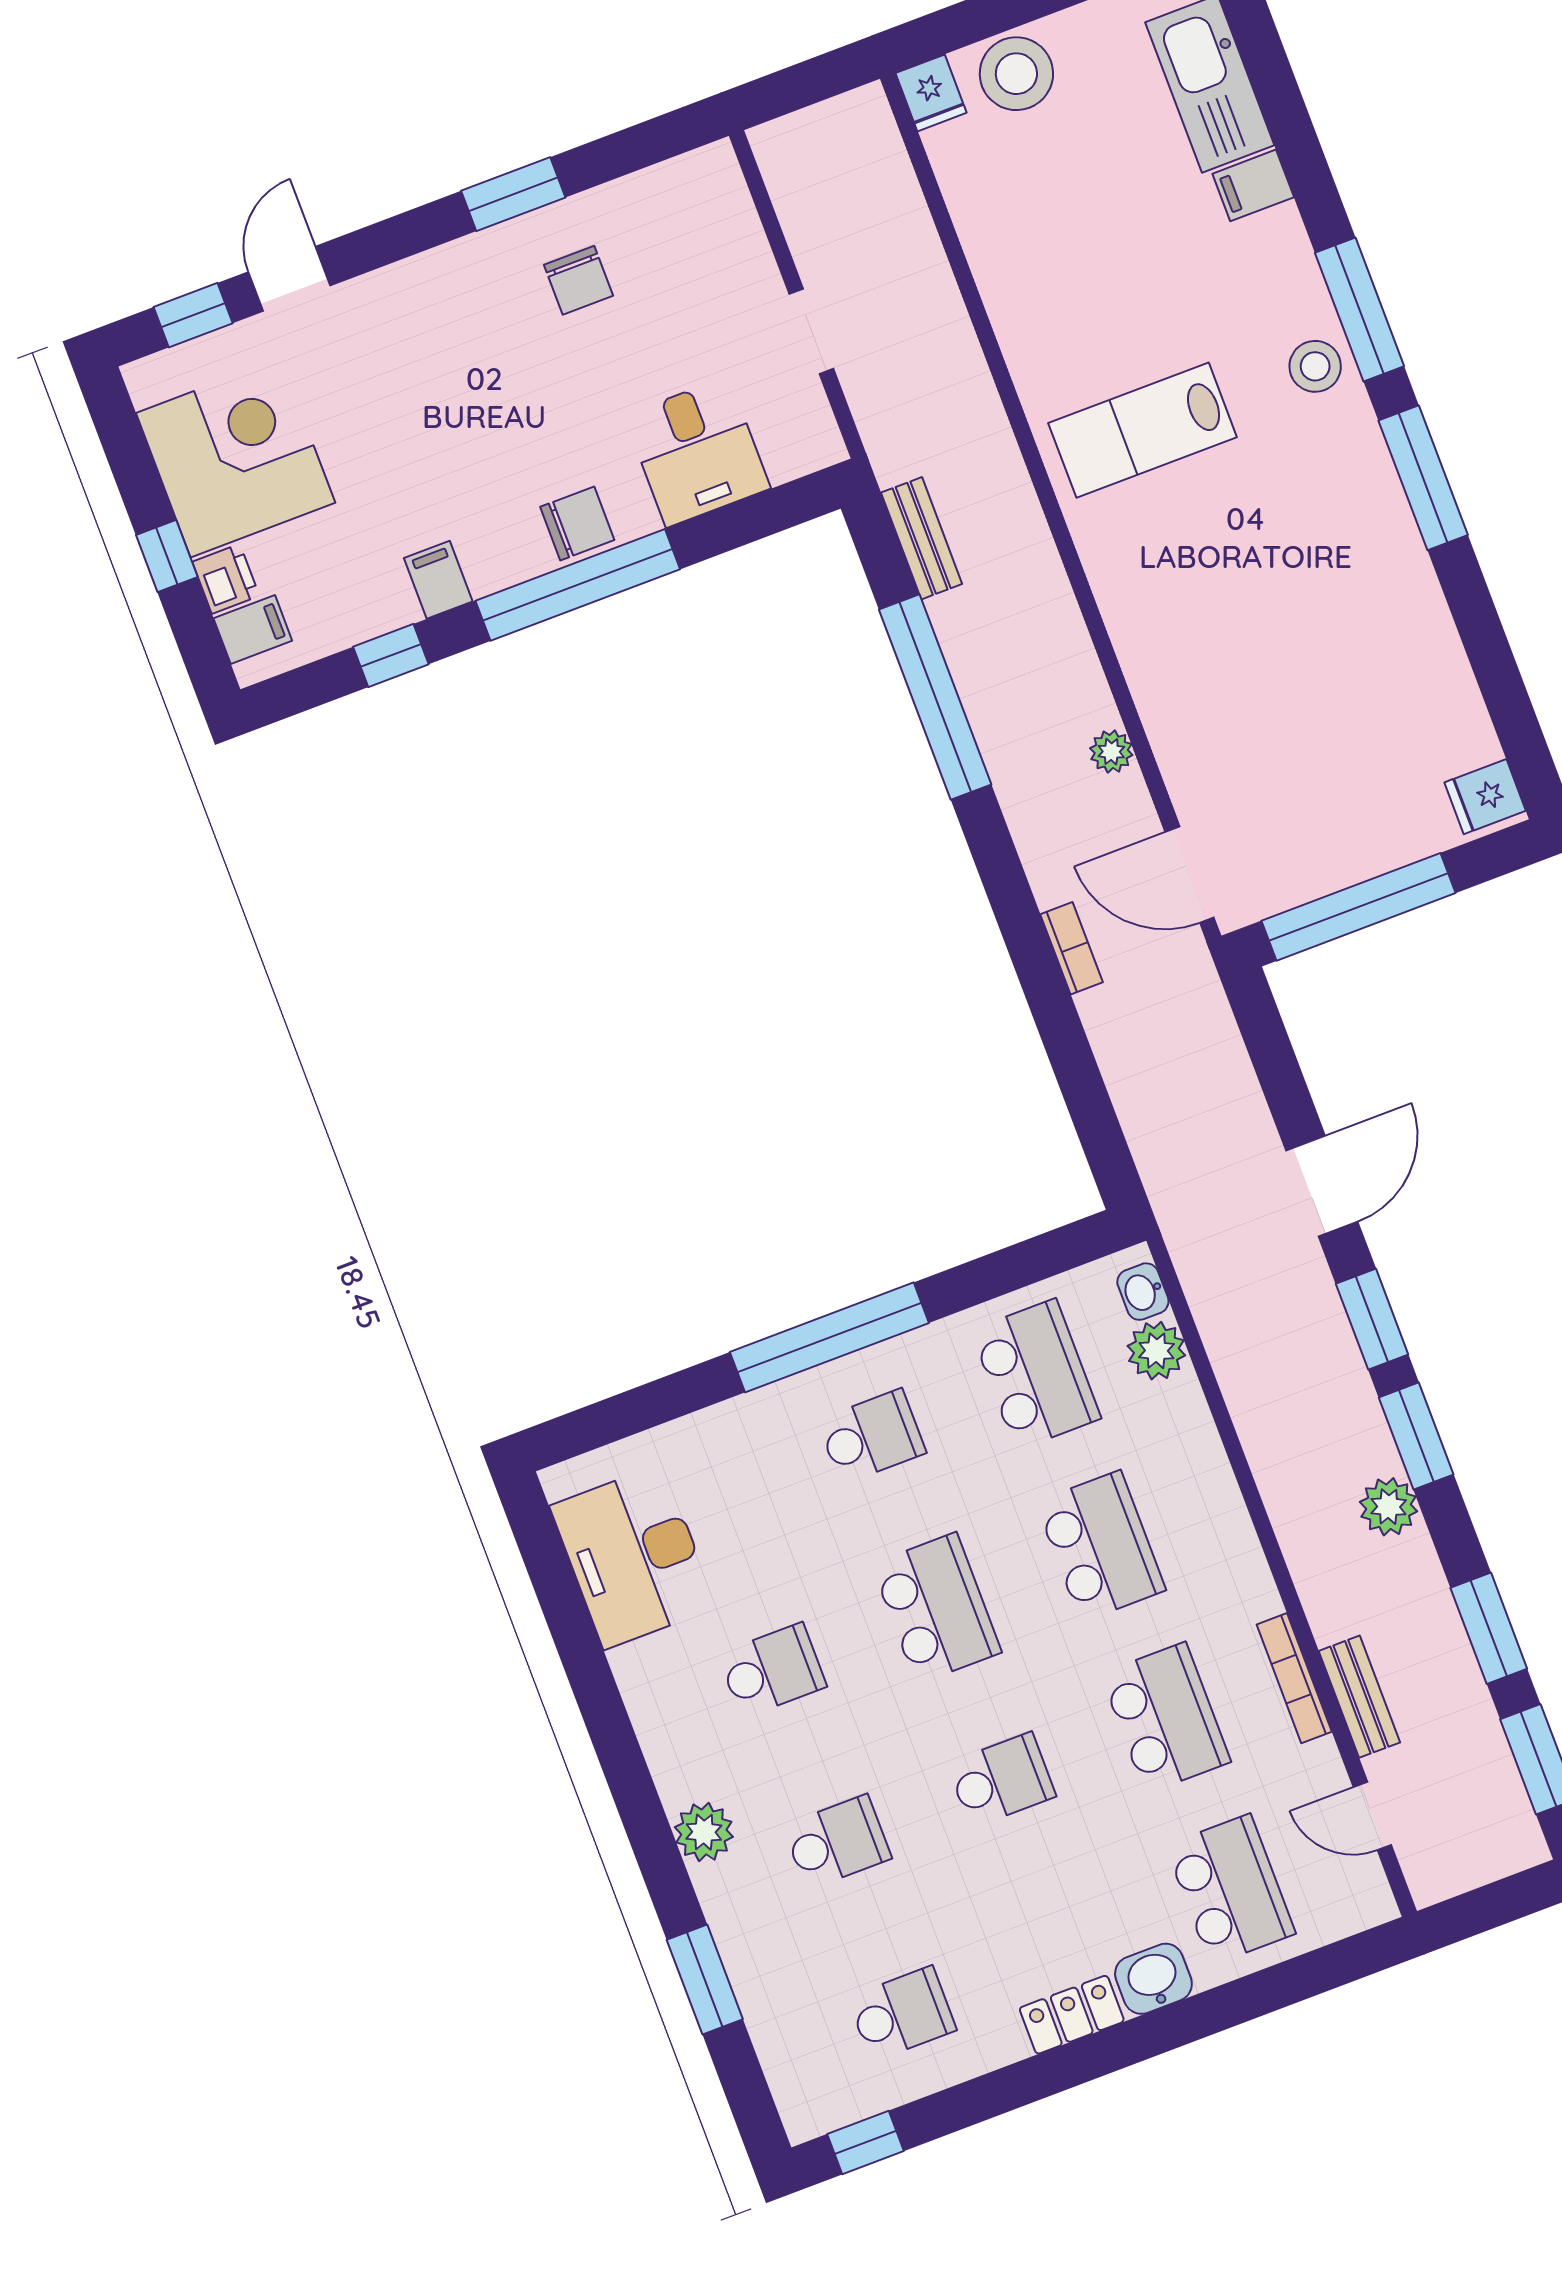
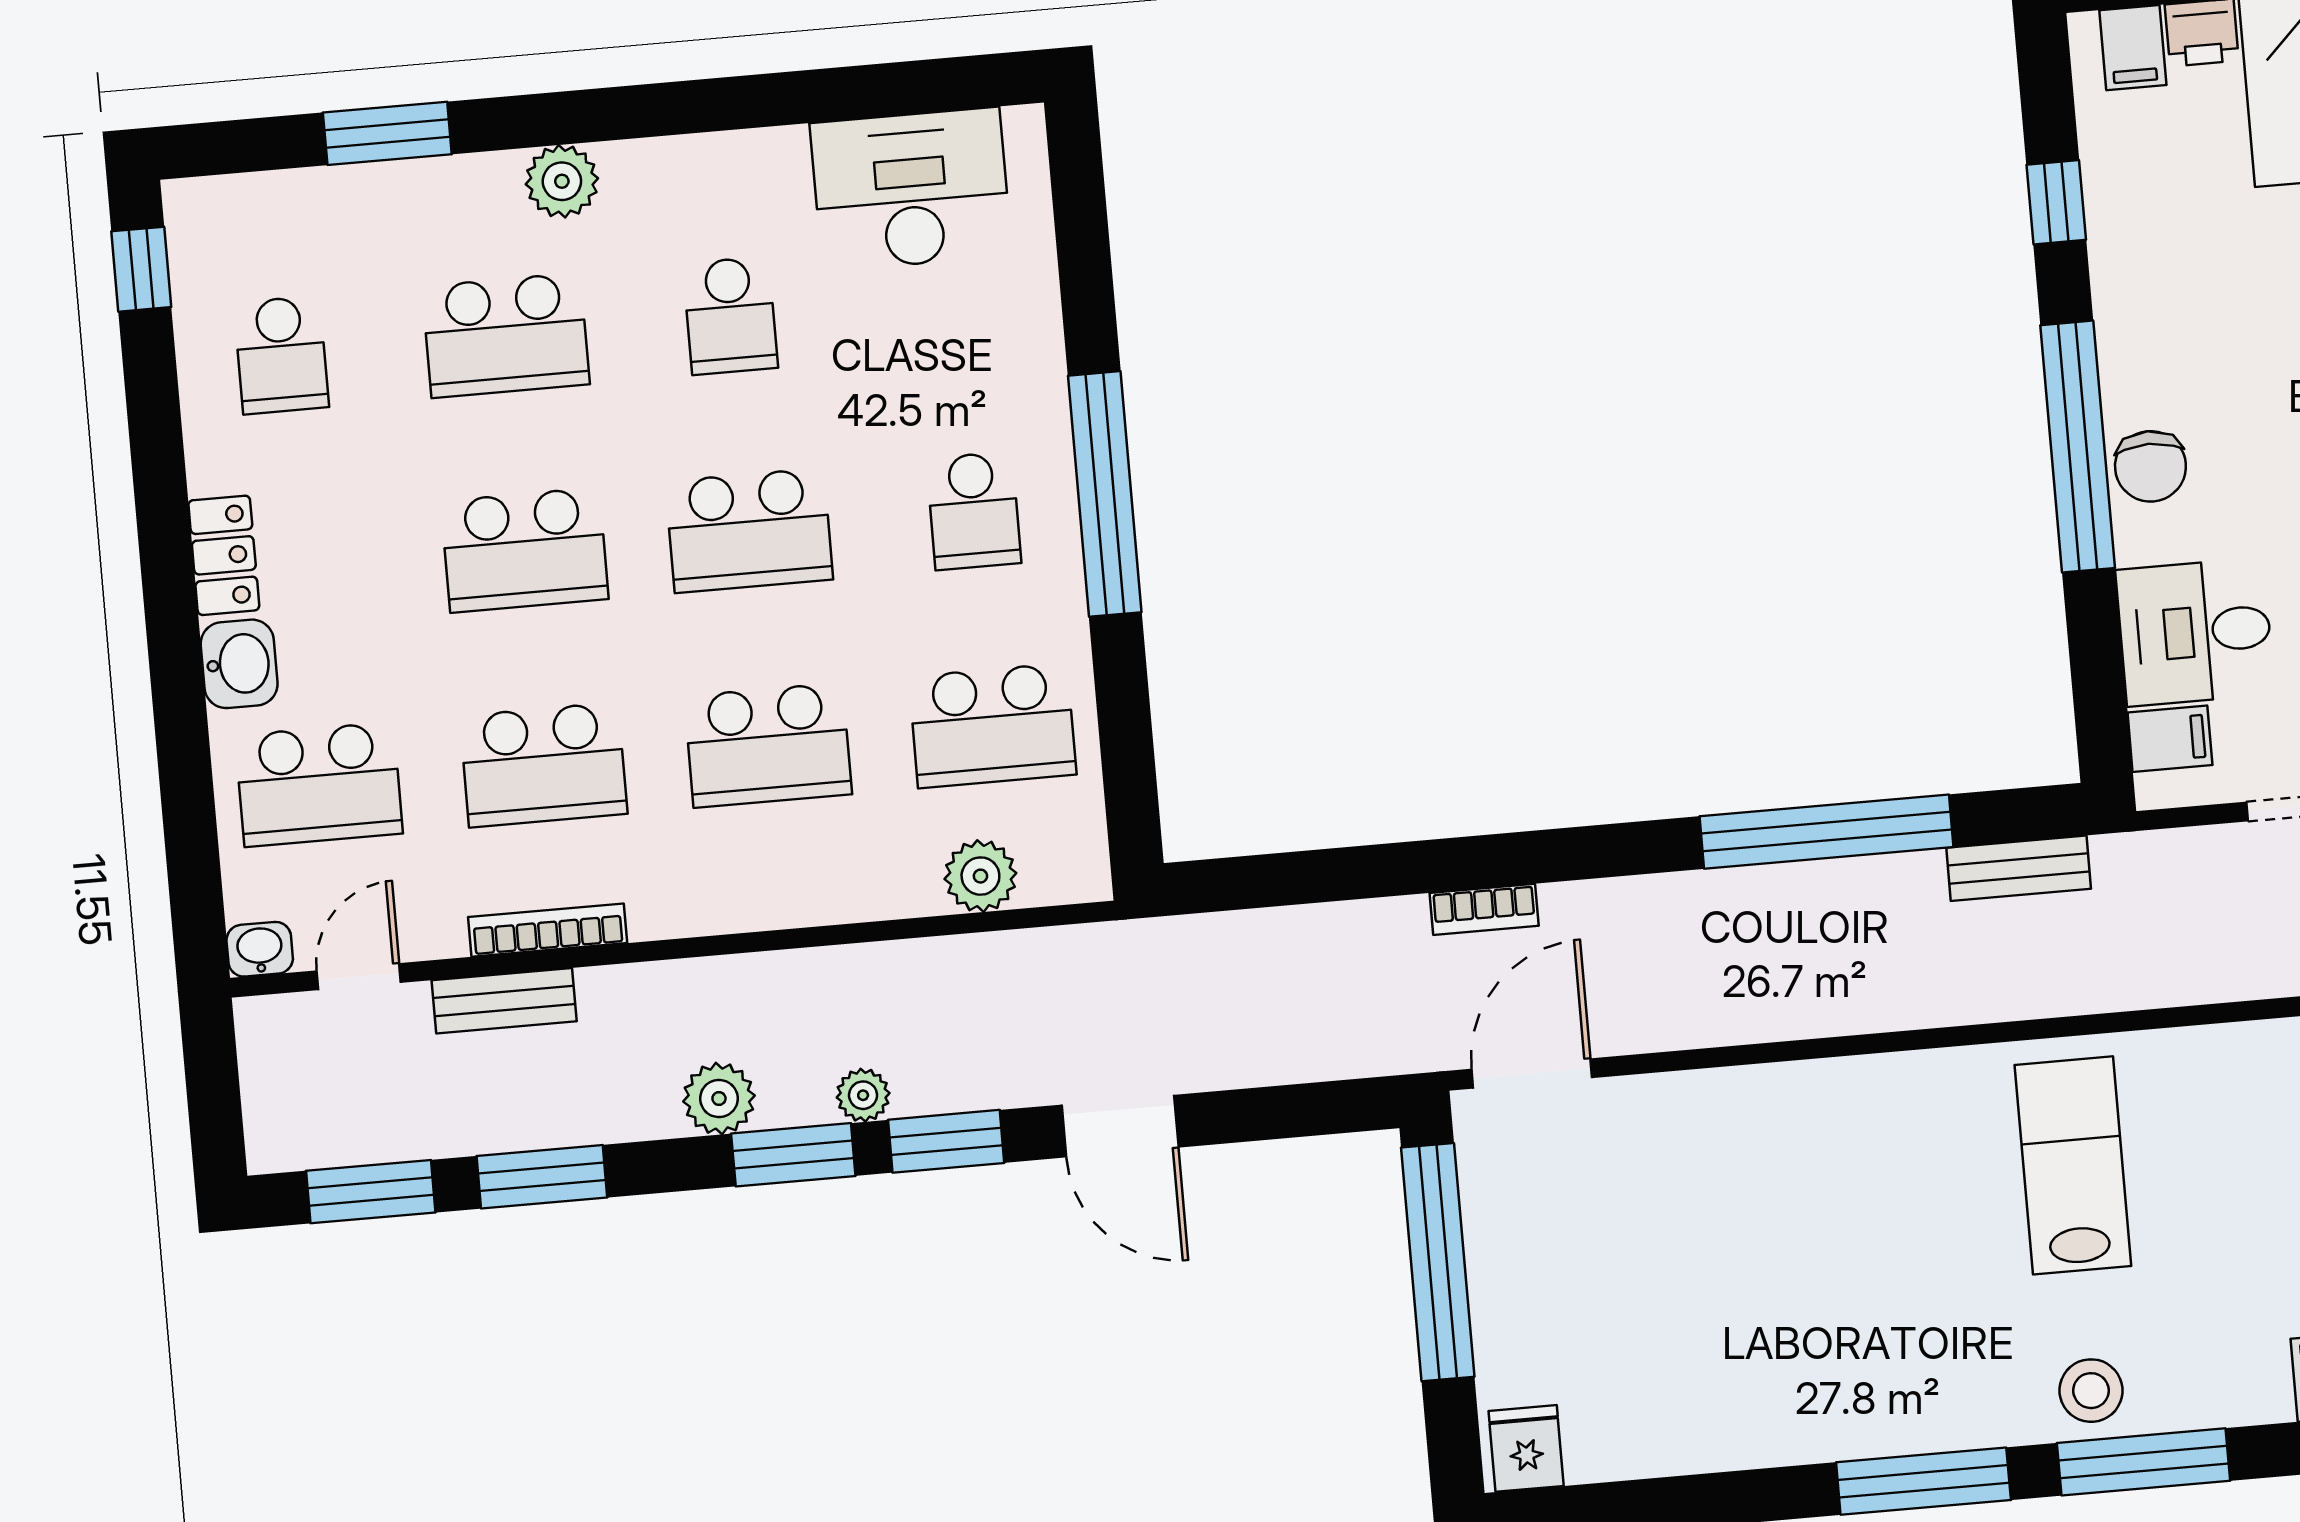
filing cabinet: (438, 580) -> (2170, 739), moved
plant: (1111, 752) -> (863, 1095), moved
washbasin: (1143, 1292) -> (260, 949), moved
school desk: (1001, 1780) -> (525, 550), width x1.85
school desk: (837, 1842) -> (506, 335), width x1.85

